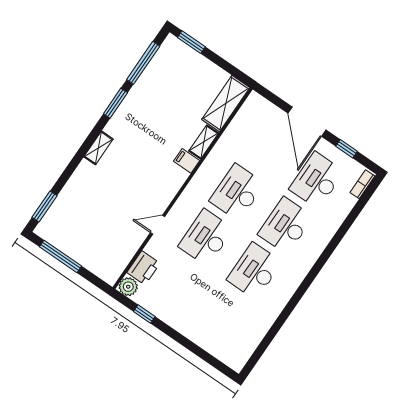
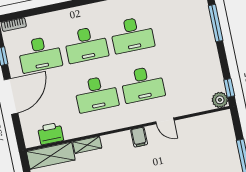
filing cabinet: (187, 161) -> (139, 137), moved
printer: (143, 268) -> (51, 134), moved
window: (144, 314) -> (229, 88), moved
window: (194, 348) -> (216, 23), added

